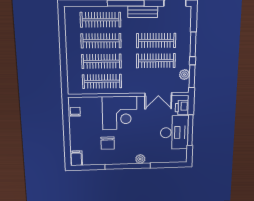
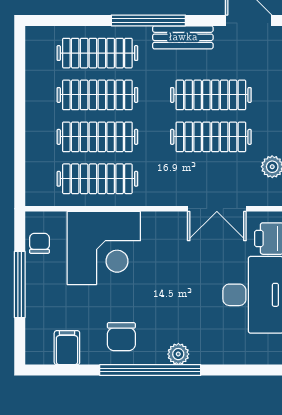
corner desk: (120, 113) -> (104, 248), moved
window: (67, 131) -> (20, 284), added
chair: (108, 143) -> (121, 337), moved
filing cabinet: (76, 158) -> (67, 348), moved

